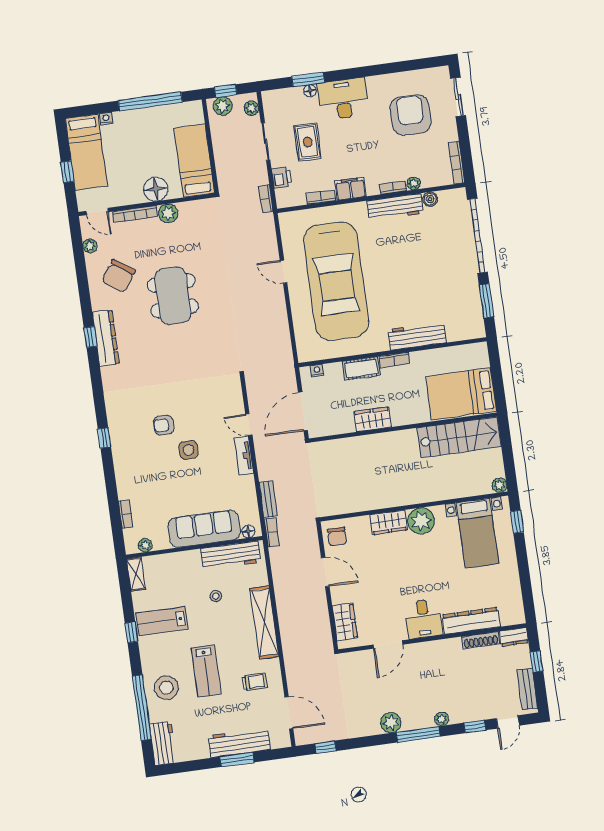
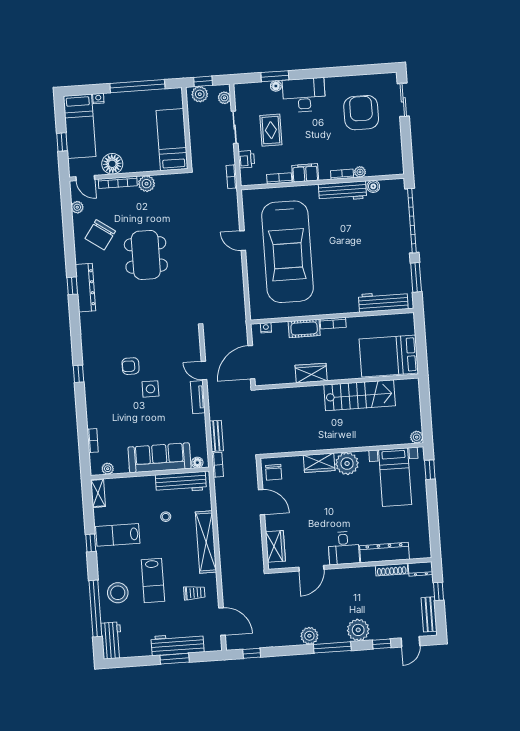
bookcase: (457, 163) -> (398, 156), removed
floor lamp: (156, 189) -> (112, 164), moved
workbench: (417, 336) -> (383, 302), moved
stairs: (459, 437) -> (360, 395), moved
plant: (442, 719) -> (358, 630), width x1.88, depth x1.88

